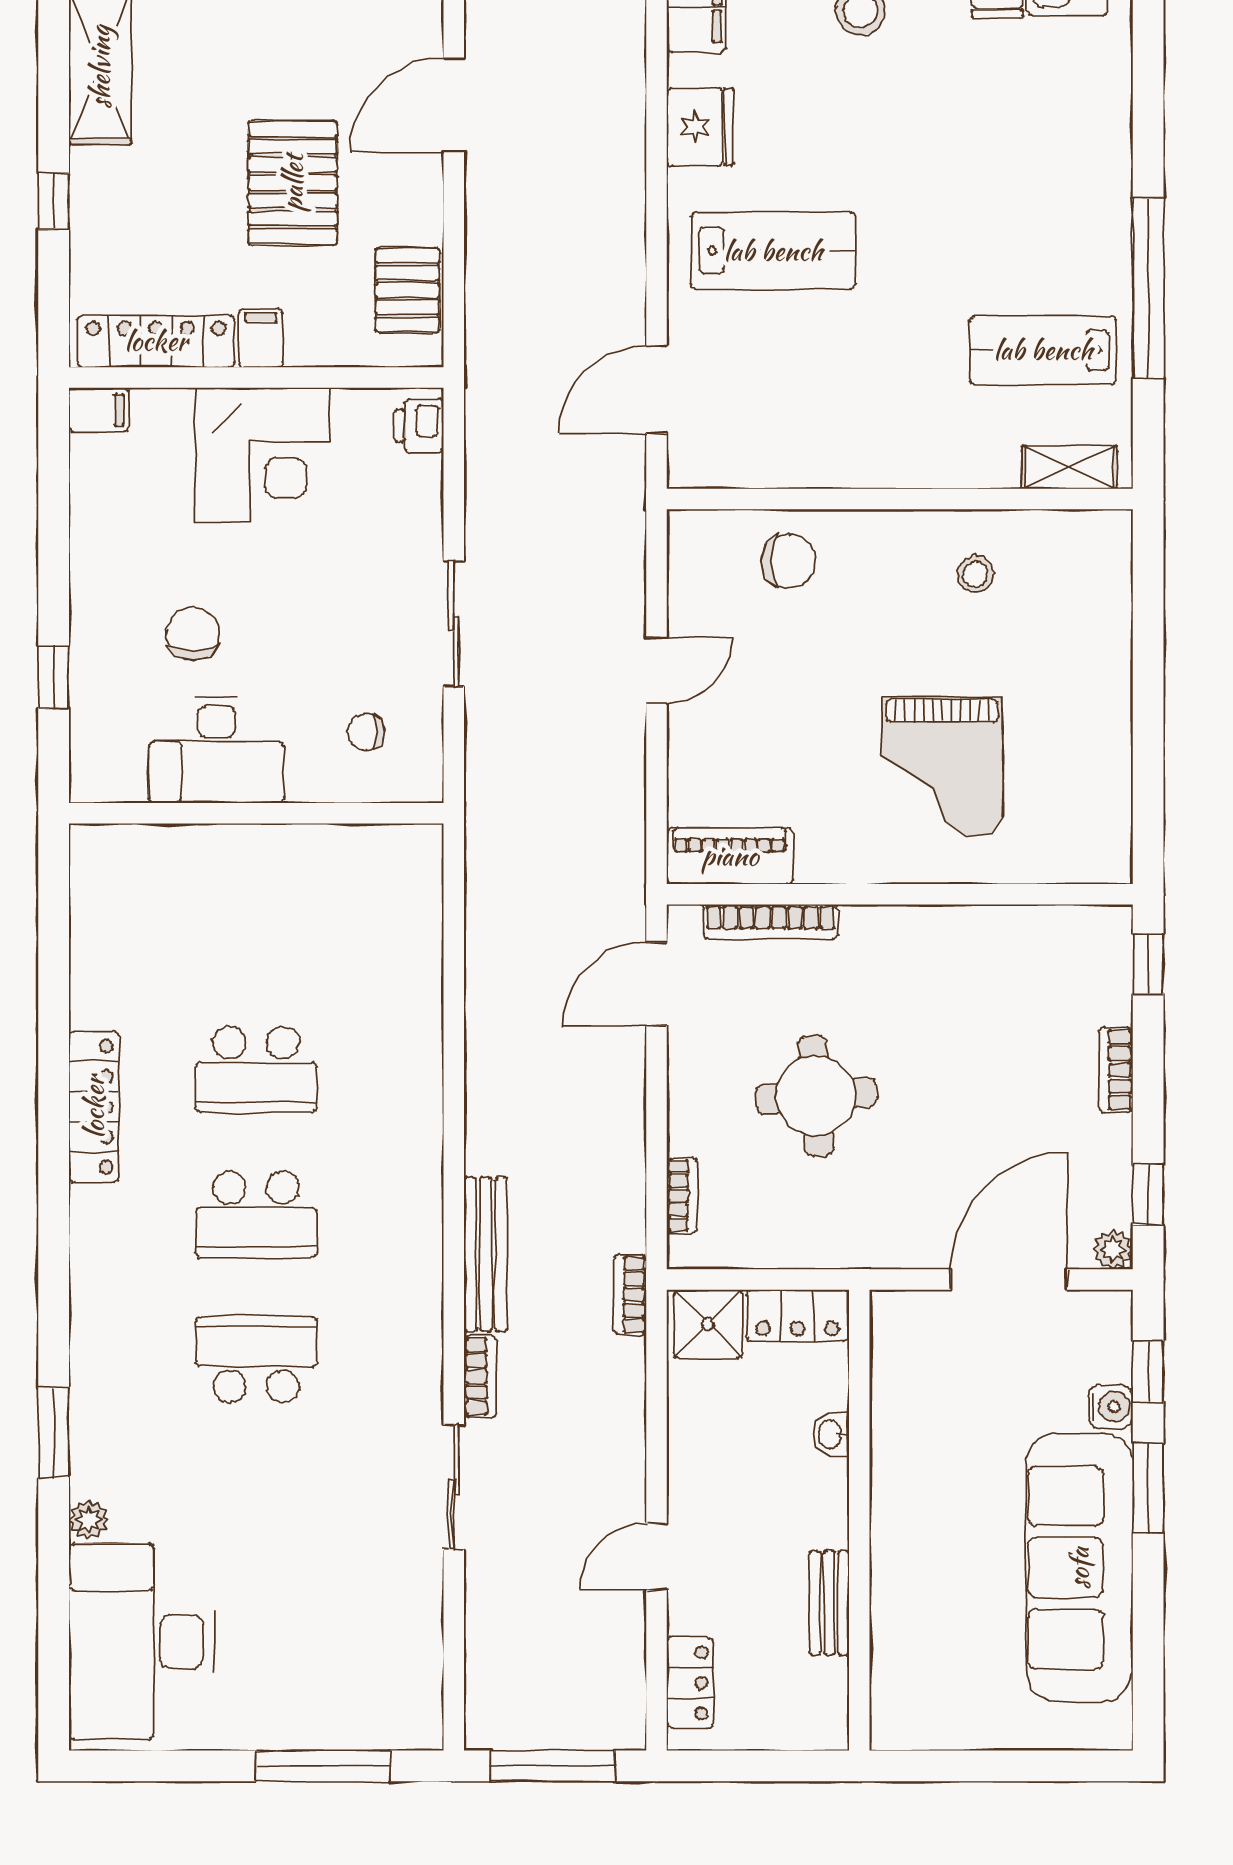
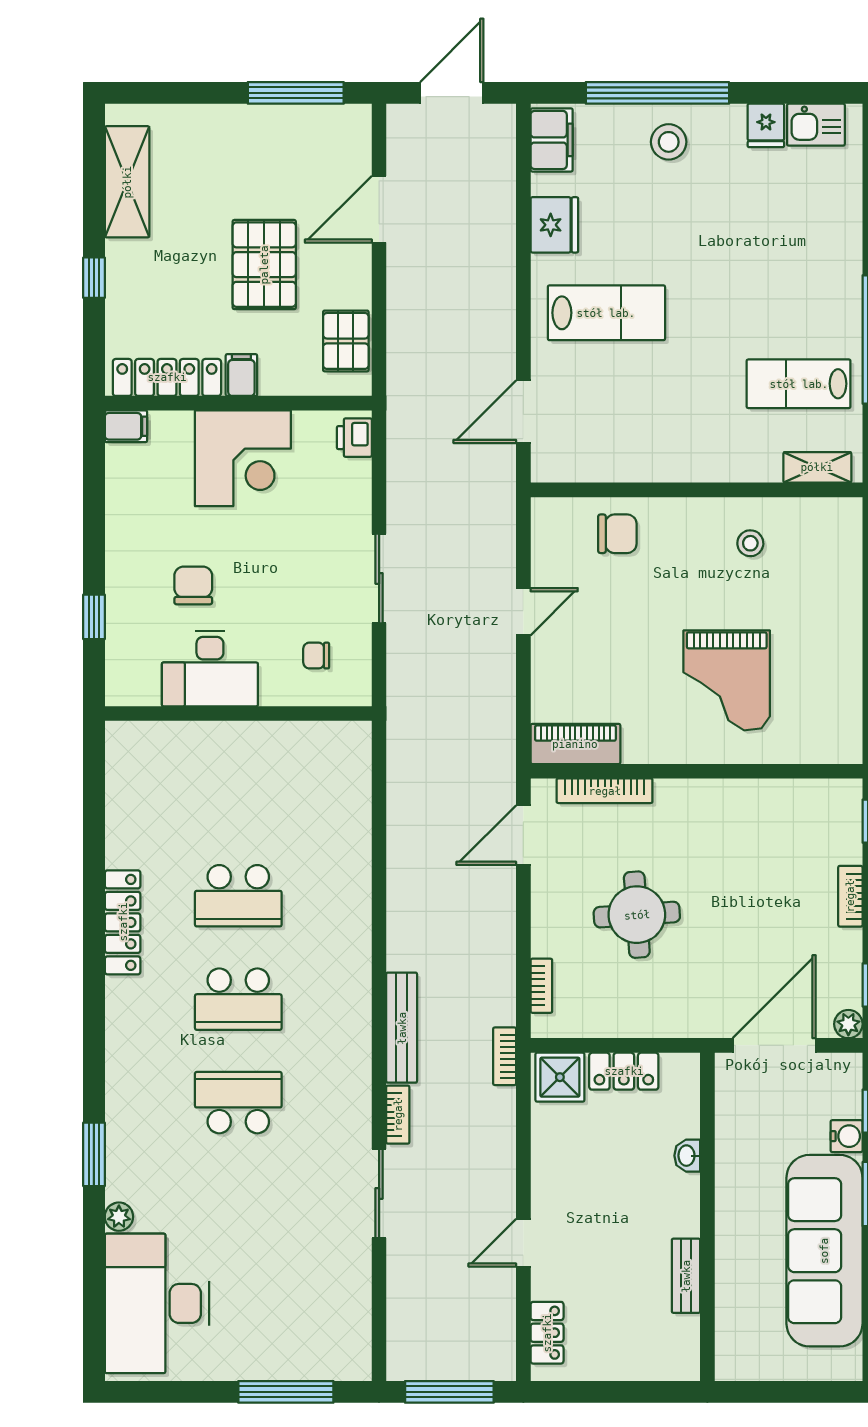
washbasin: (831, 1434) -> (687, 1156), moved
wall: (859, 1520) -> (707, 1217), moved
bench: (829, 1603) -> (686, 1276), moved

